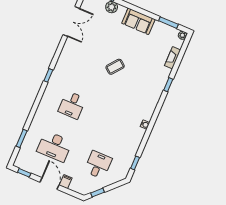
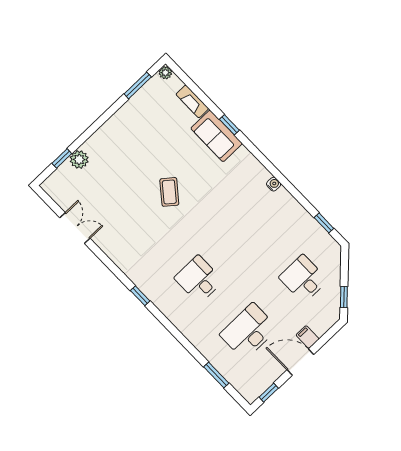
double door: (71, 21) -> (75, 228), width x0.73
sofa: (138, 21) -> (217, 136), moved, turned 90
desk: (72, 105) -> (199, 279), turned 180
desk: (54, 146) -> (249, 331), turned 180

